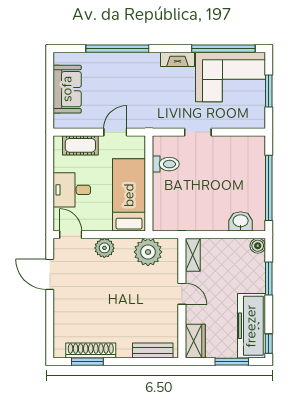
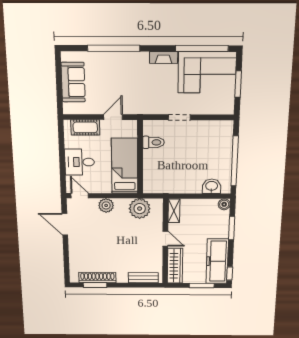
wardrobe: (195, 341) -> (175, 266), width x1.50

